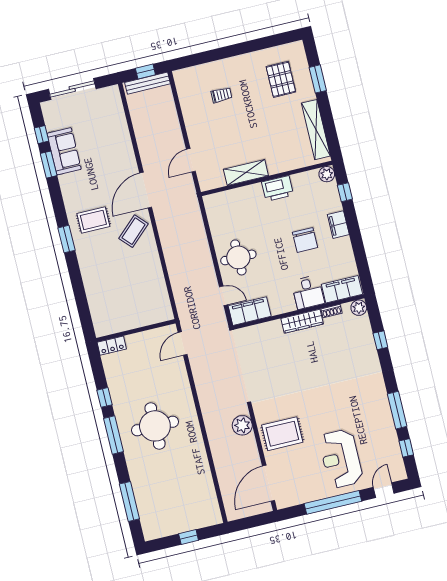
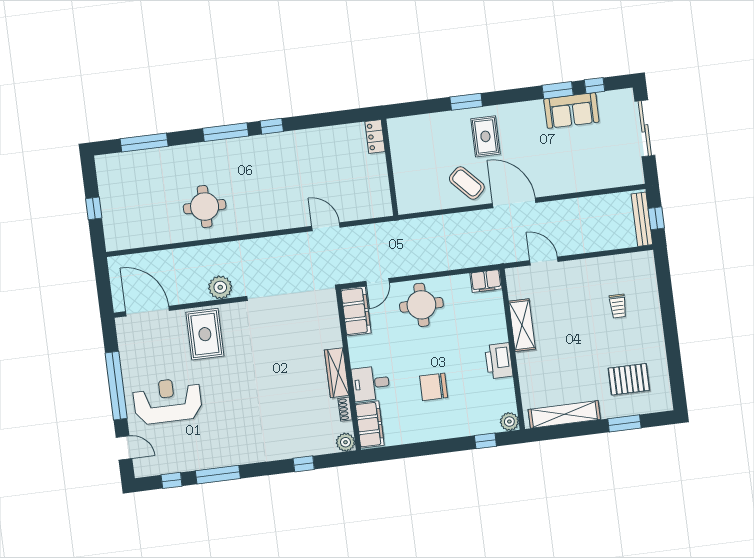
filing cabinet: (338, 225) -> (486, 281), moved, turned 180
wall: (136, 331) -> (390, 167), moved
locker: (112, 346) -> (375, 136), moved
round table: (155, 426) -> (205, 207), moved, width x0.73, depth x0.73

